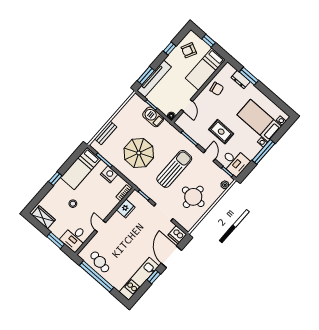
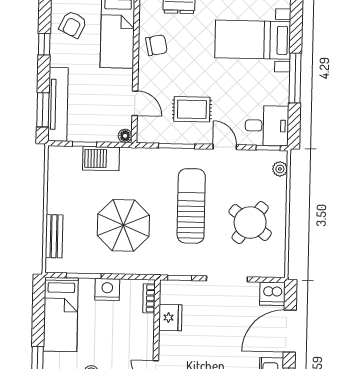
rug: (221, 132) -> (192, 109), moved
round table: (193, 197) -> (250, 223), turned 37
door: (171, 257) -> (290, 331), hinge flipped

